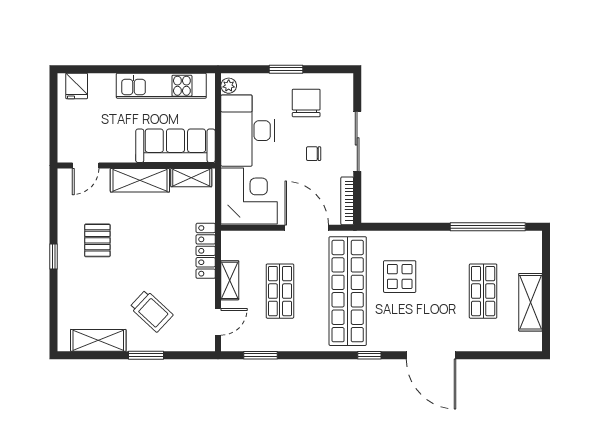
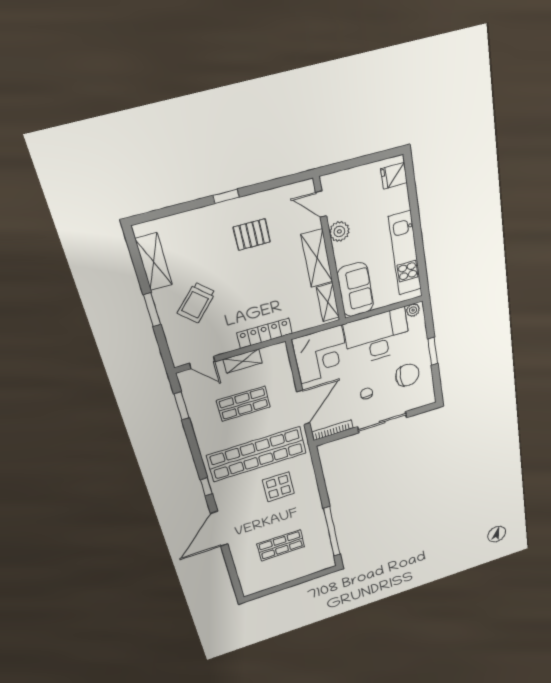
sofa: (175, 146) -> (355, 290), width x0.73
plant: (118, 152) -> (339, 231), added
shelving: (531, 302) -> (280, 577), removed

